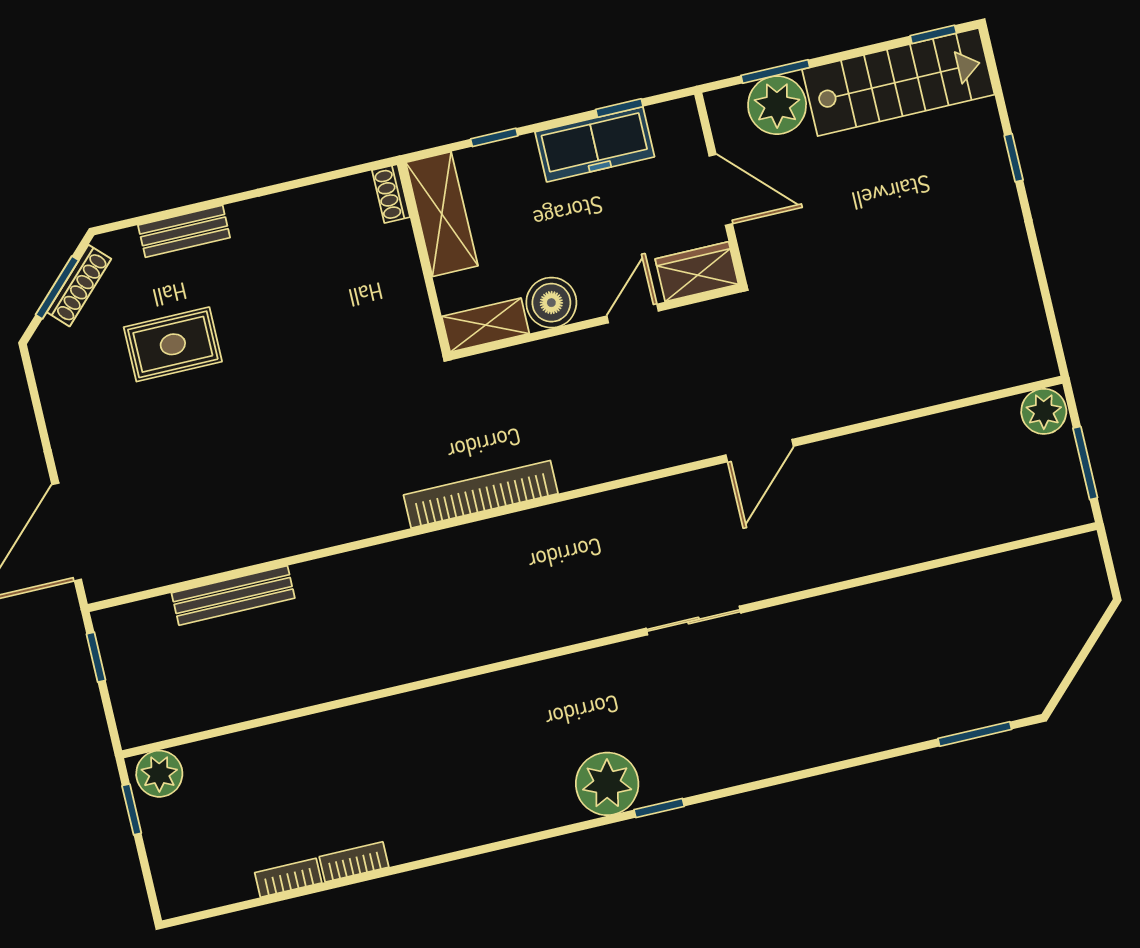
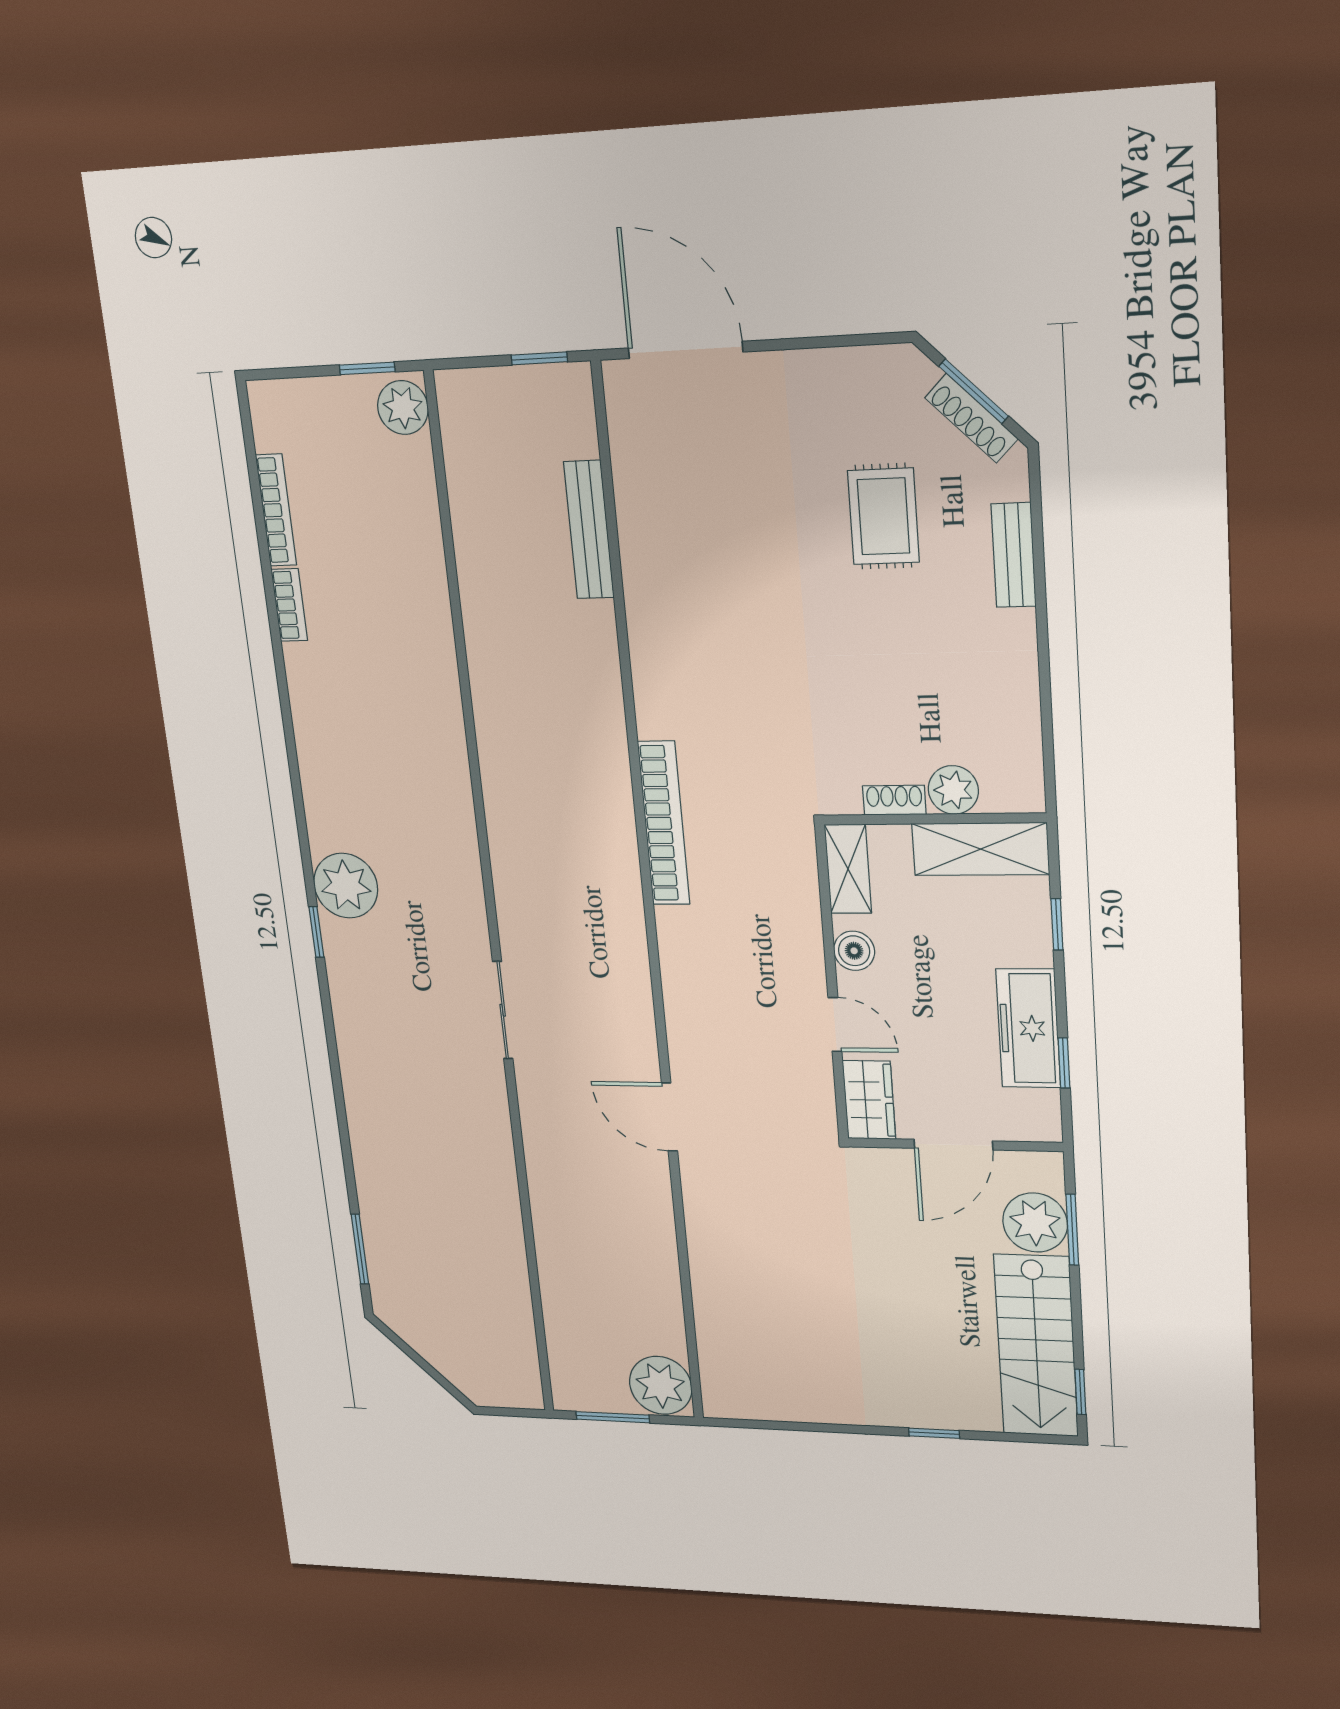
shoe rack: (391, 194) -> (894, 800), moved
plant: (395, 246) -> (953, 790), added
boiler: (551, 303) -> (854, 951), width x0.73, depth x0.73
plant: (1044, 411) -> (661, 1385), width x1.36, depth x1.36
bookcase: (288, 878) -> (276, 510), width x1.56

